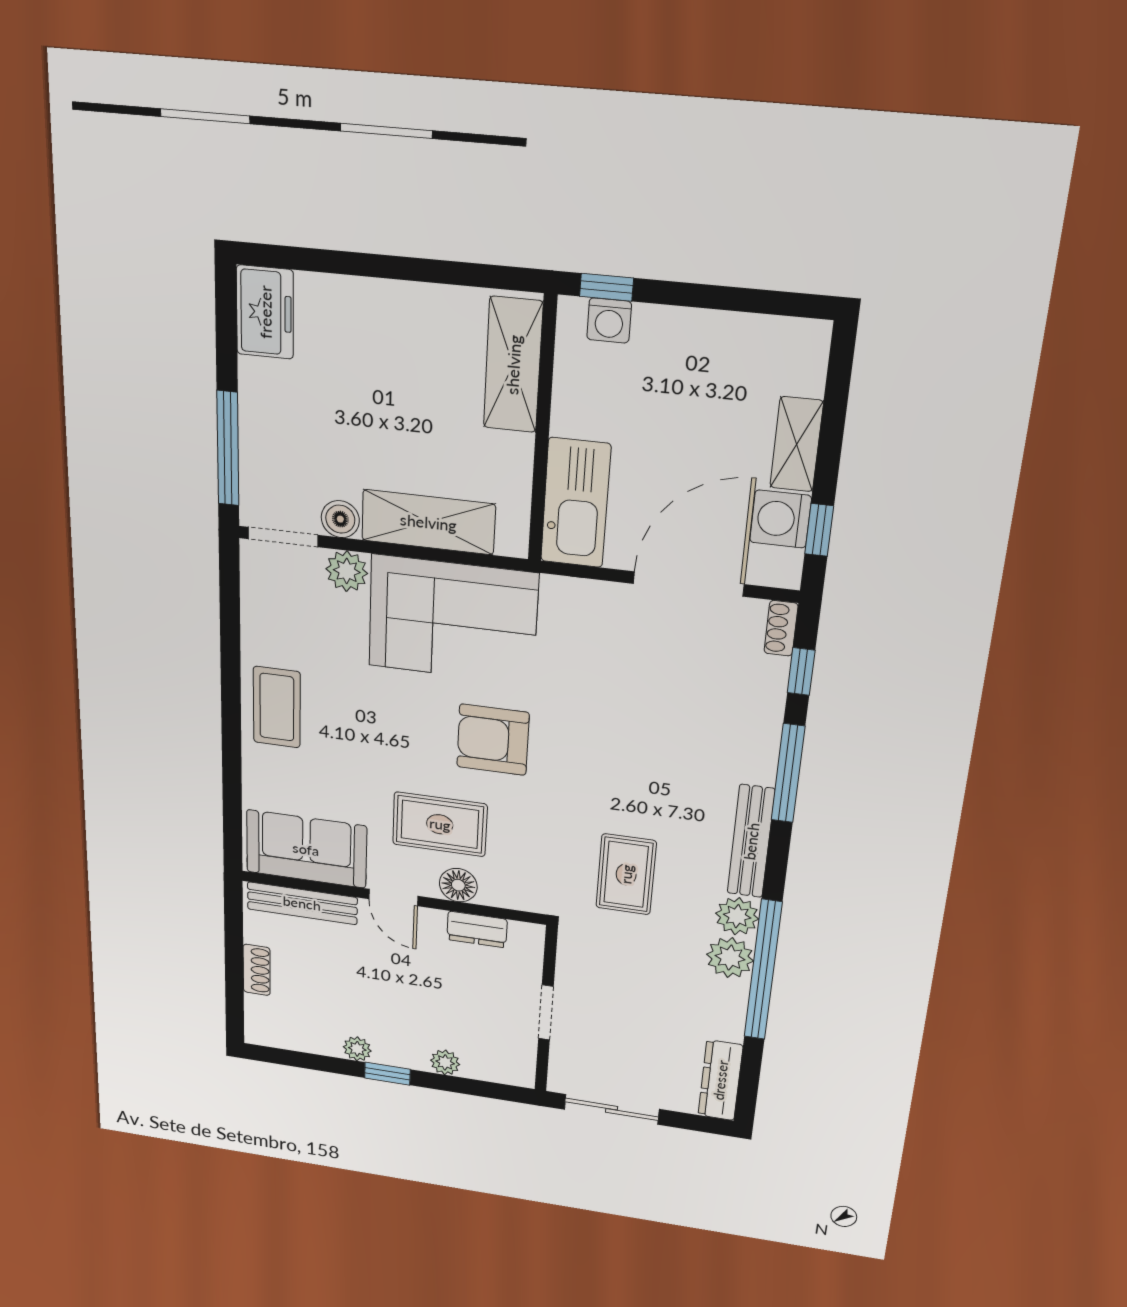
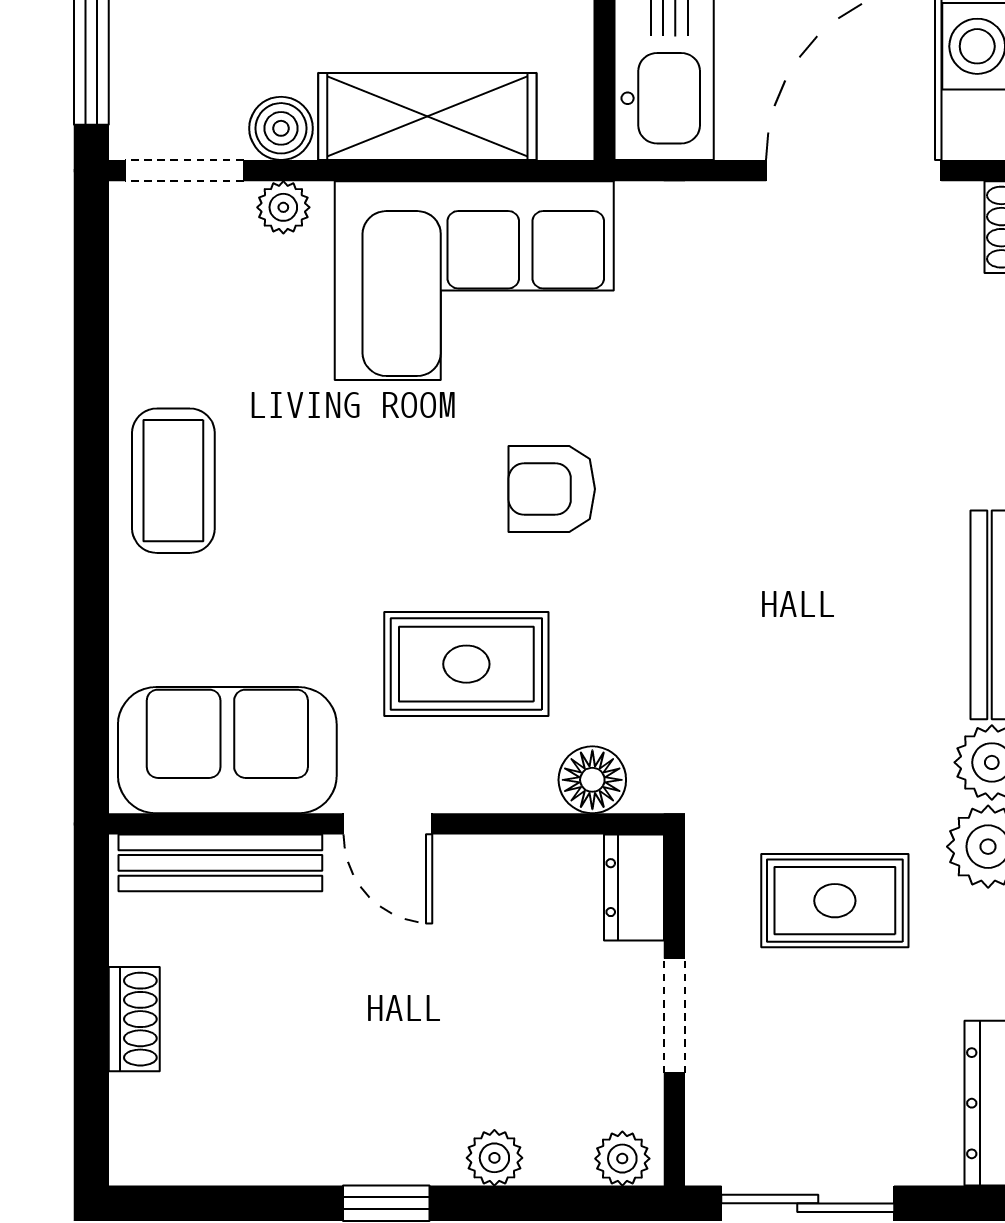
plant: (347, 571) -> (283, 207), width x0.73, depth x0.73
armchair: (493, 740) -> (552, 489), width x0.72, depth x0.72
rug: (626, 874) -> (835, 901), moved, turned 90
floor lamp: (458, 885) -> (592, 780), moved
dresser: (477, 929) -> (634, 888), moved, turned 90
plant: (357, 1049) -> (622, 1159), moved

